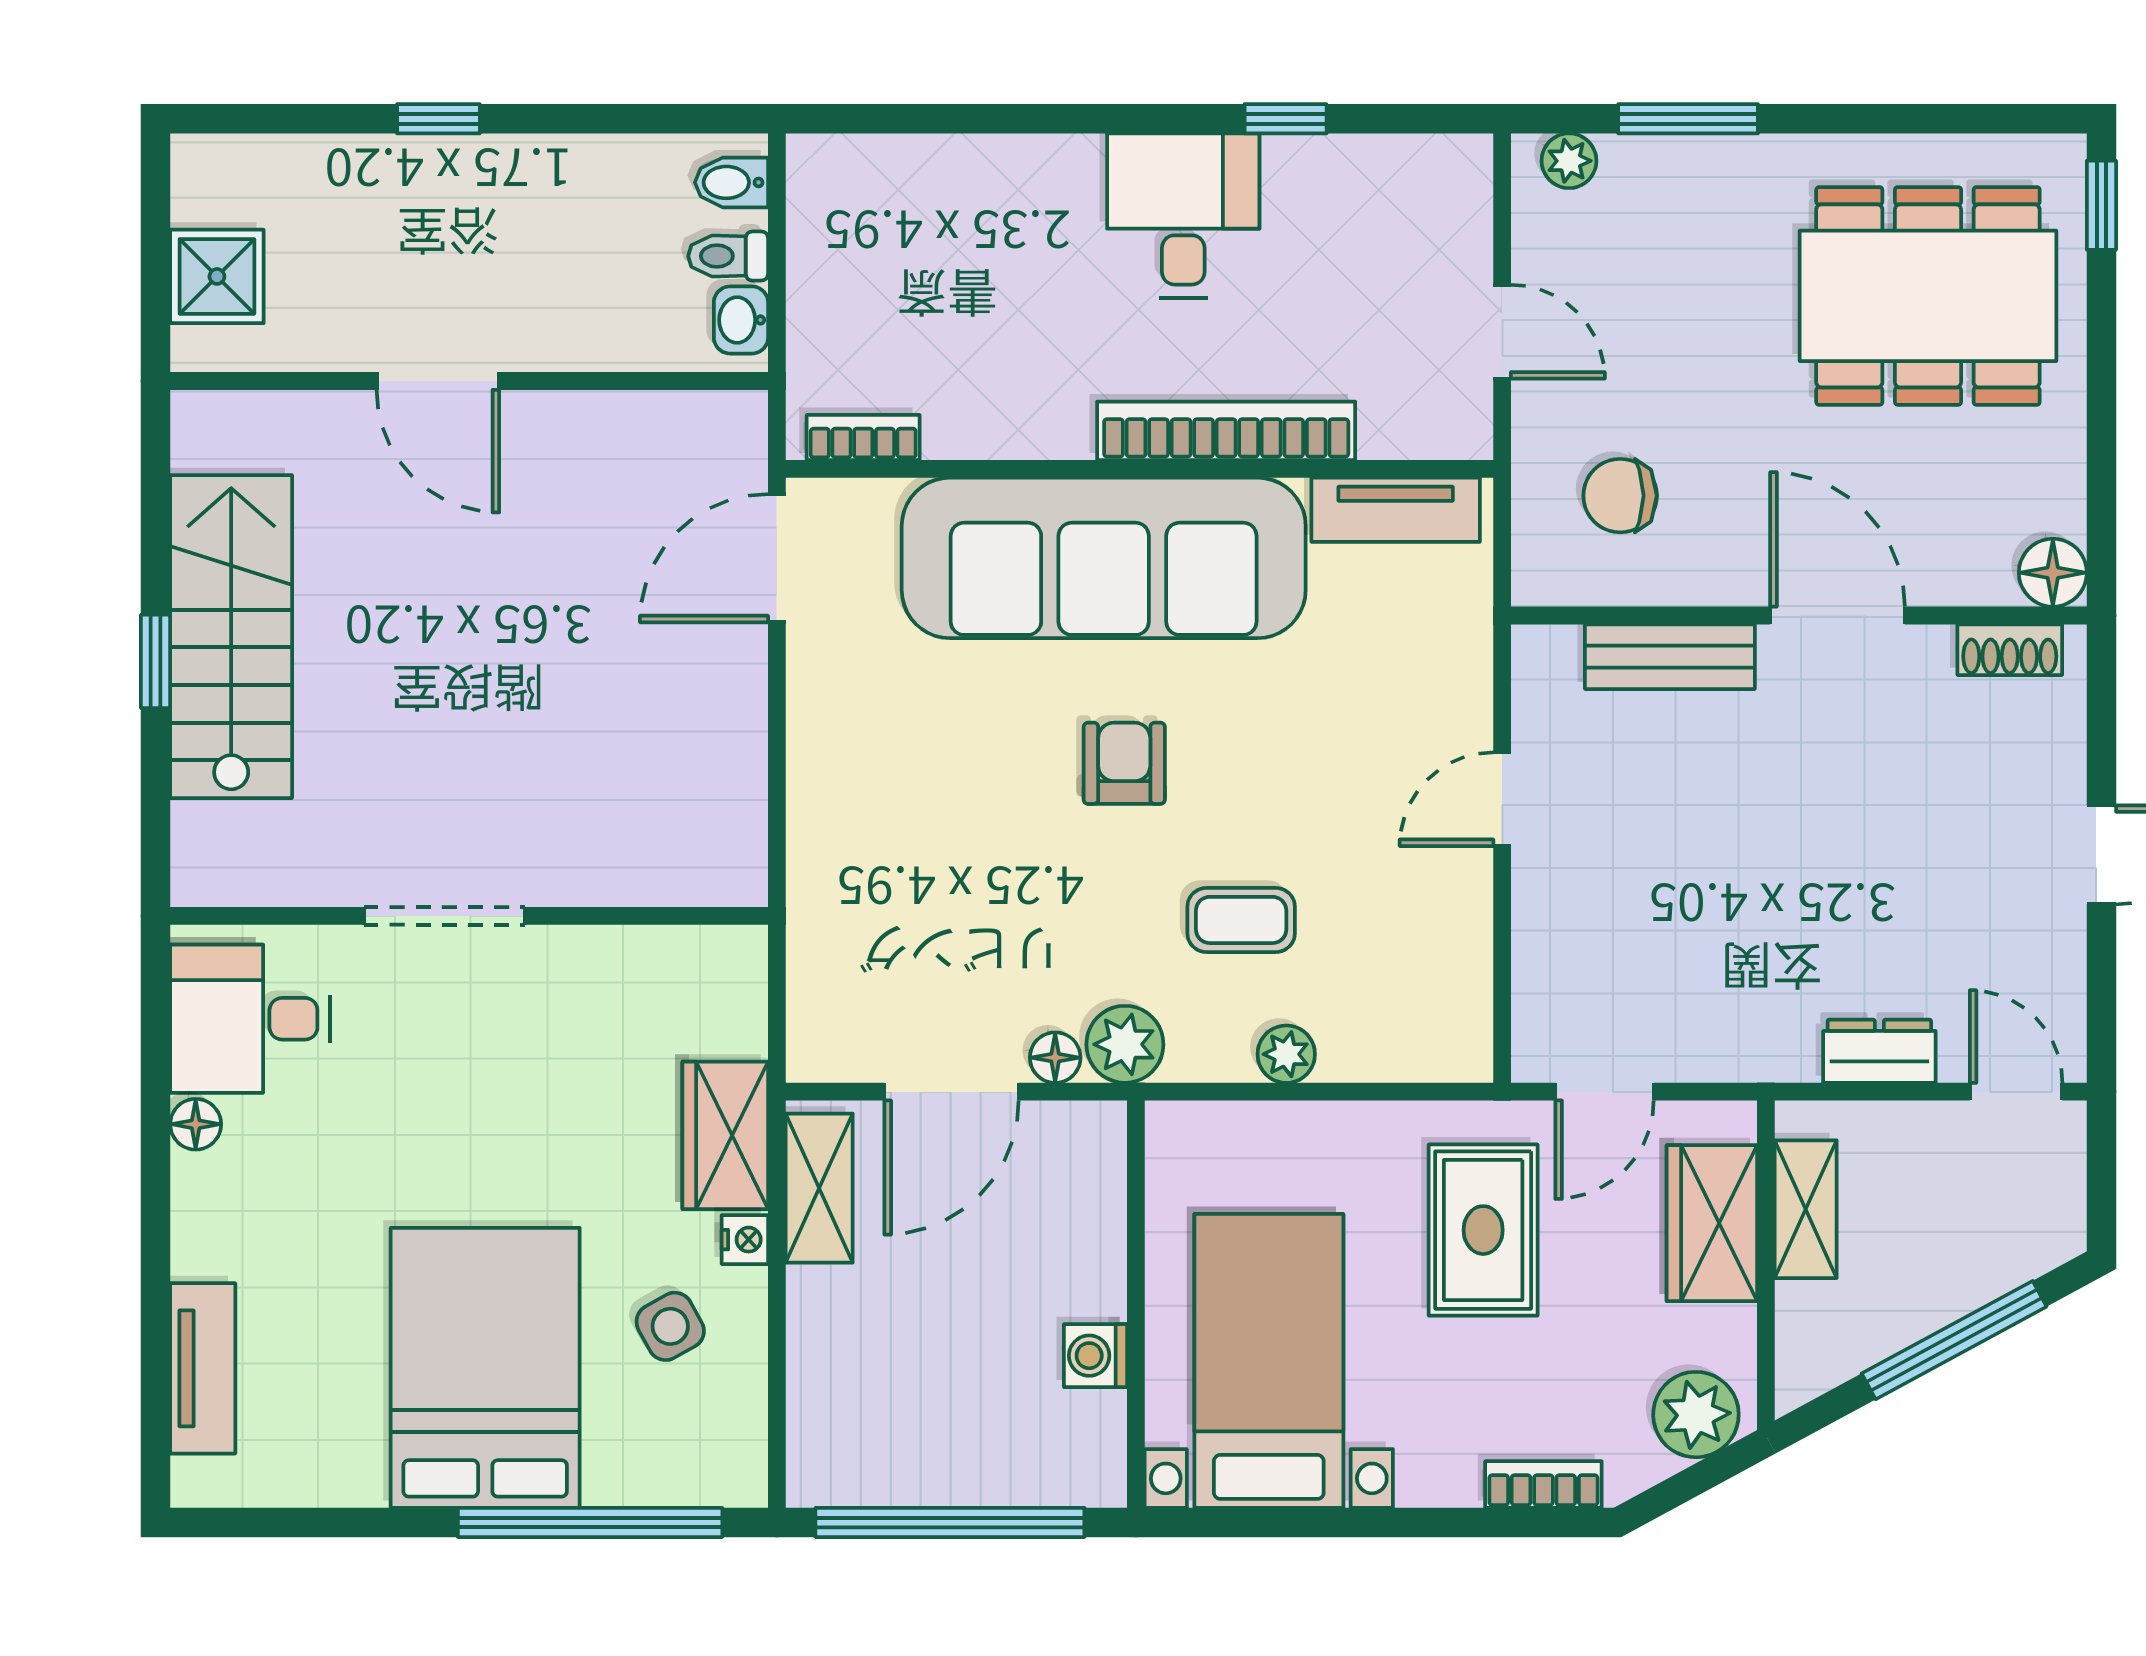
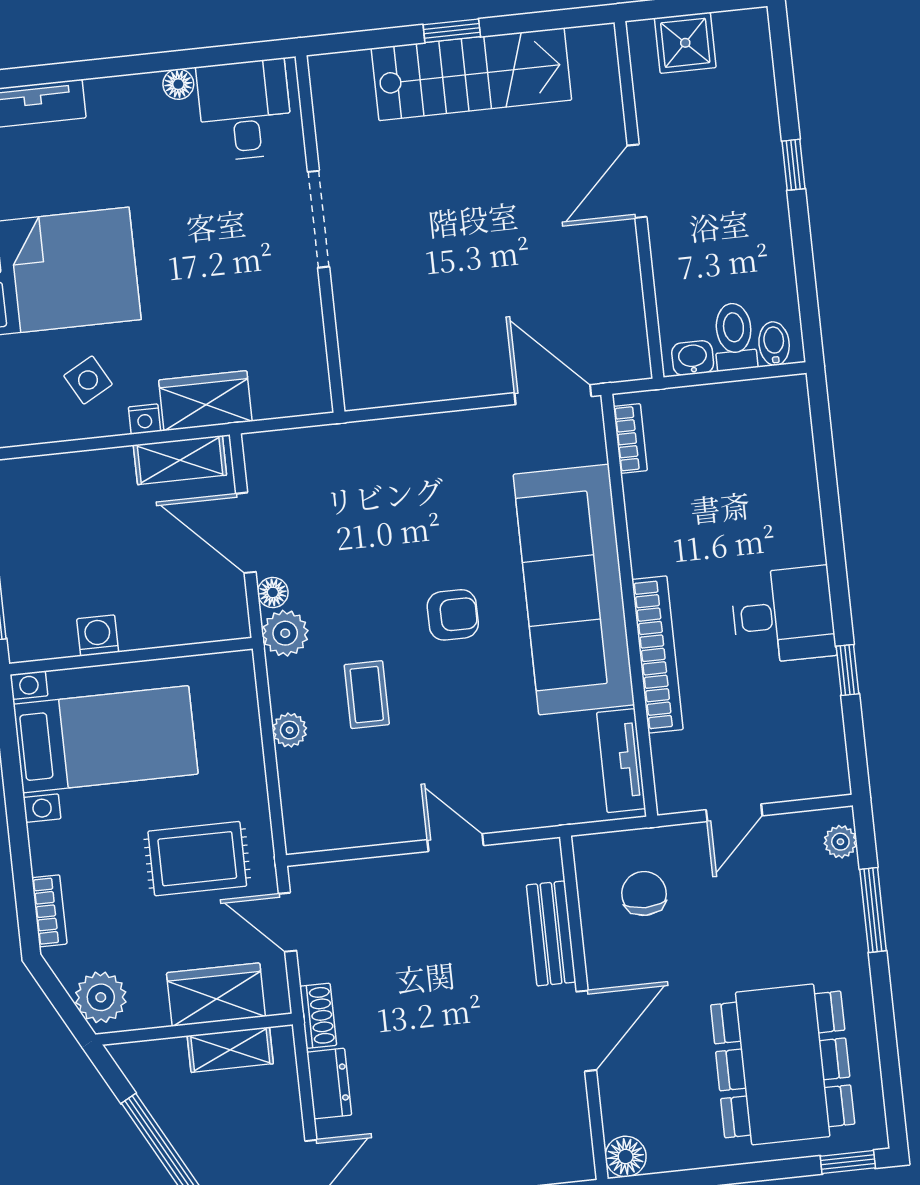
toilet: (728, 256) -> (734, 337), width x1.37, depth x1.39
shoe rack: (2010, 650) -> (318, 1016), moved, turned 180

